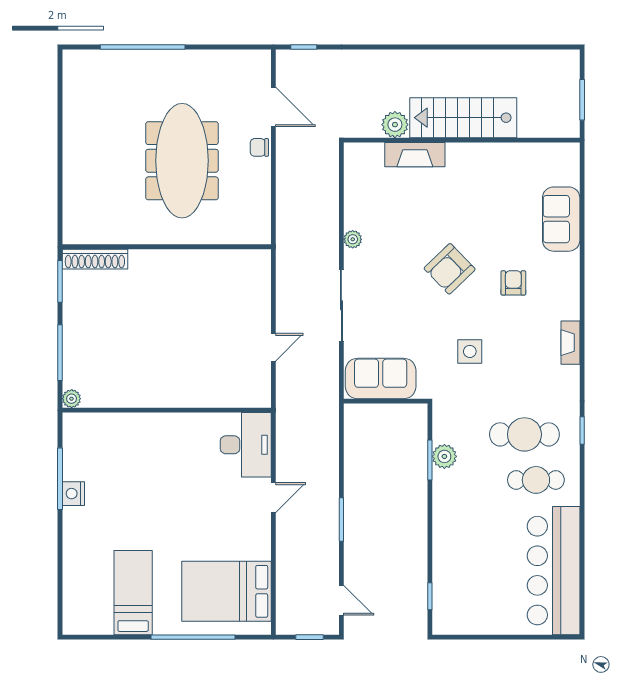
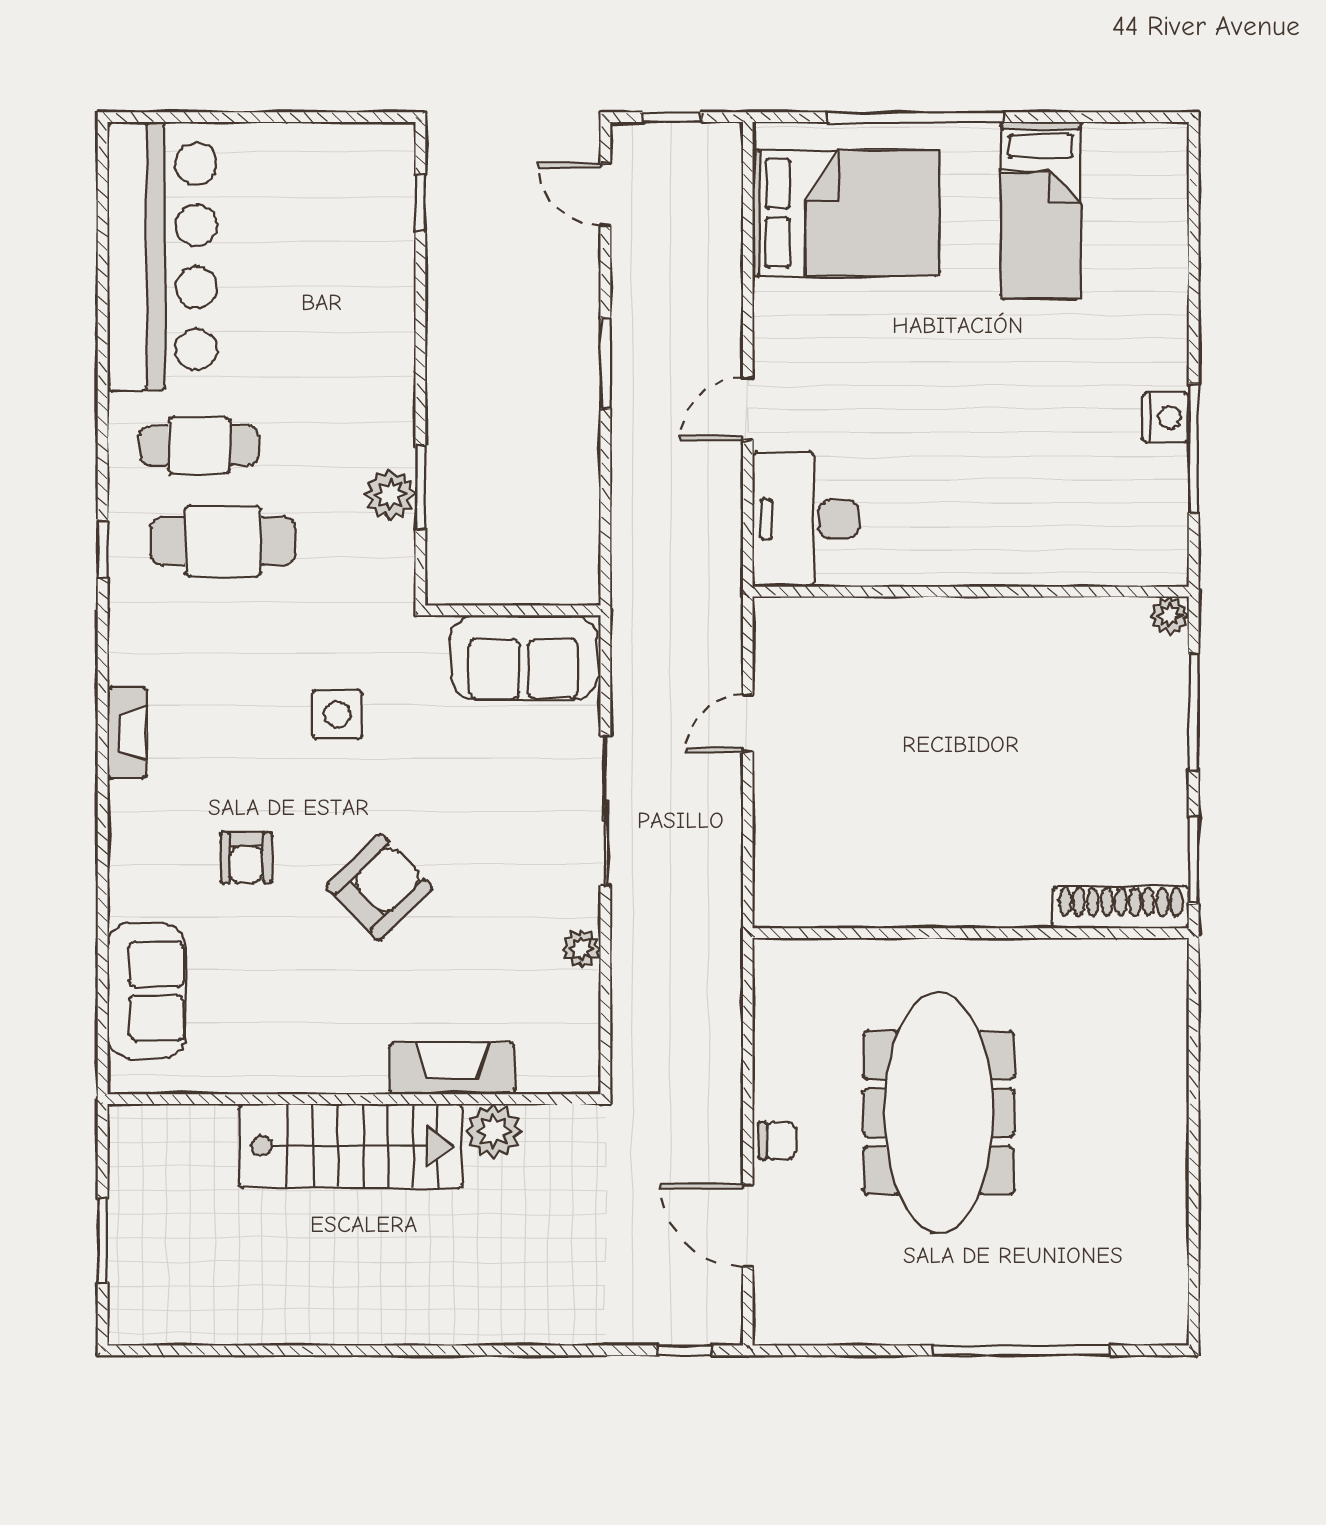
stairs: (463, 118) -> (351, 1146), moved
plant: (395, 125) -> (494, 1131), moved
wall: (462, 140) -> (354, 1099), moved
fireplace: (415, 155) -> (452, 1069), moved

